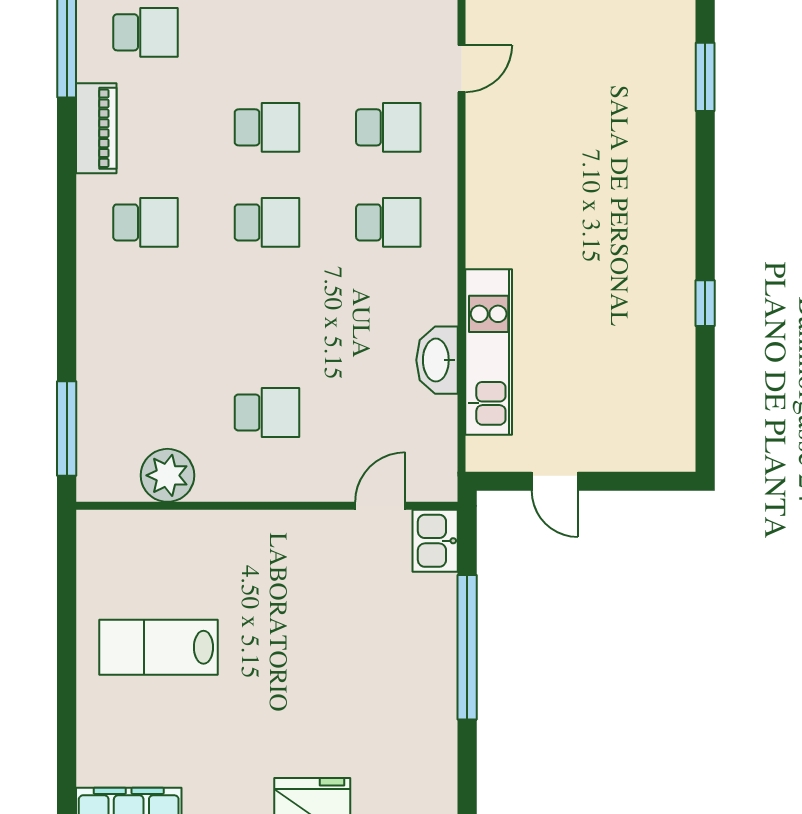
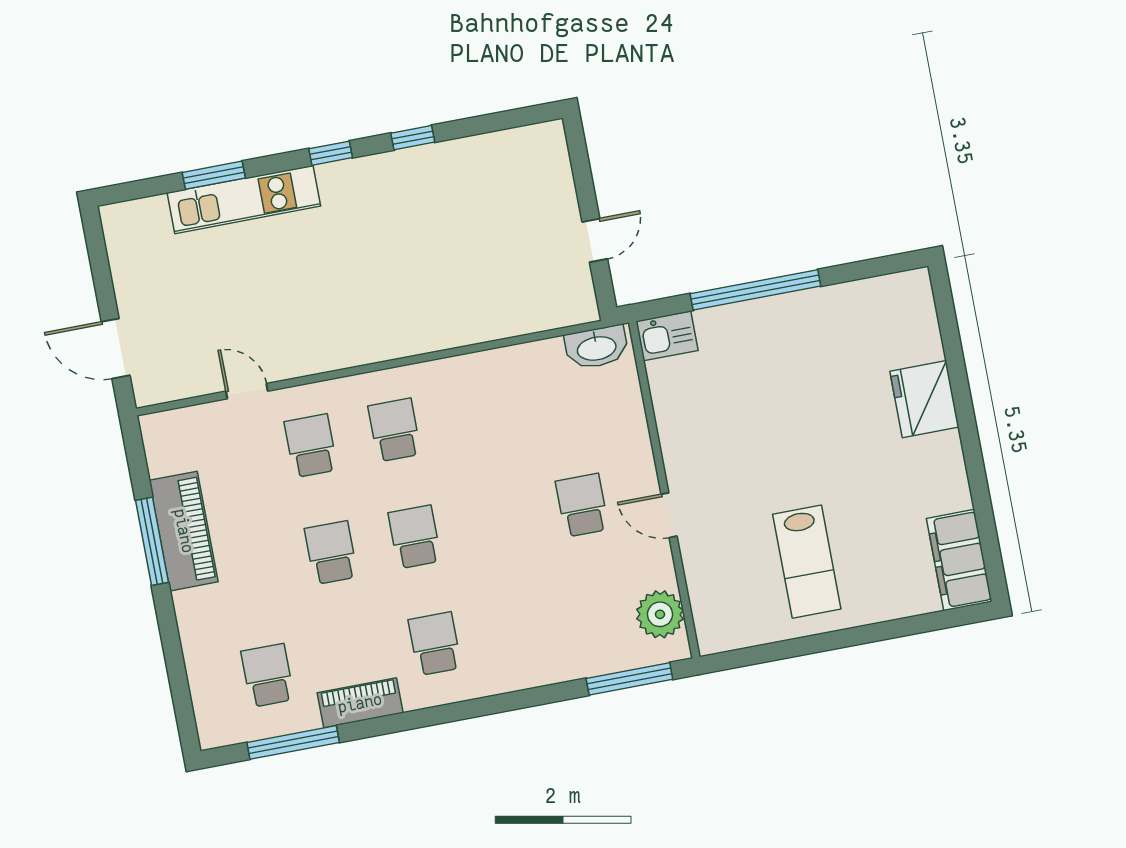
window: (705, 210) -> (331, 153), added
kitchen unit: (489, 352) -> (244, 199), moved, turned 180
washbasin: (437, 360) -> (596, 347), moved
plant: (167, 475) -> (660, 614), moved
door: (380, 506) -> (669, 515), moved

